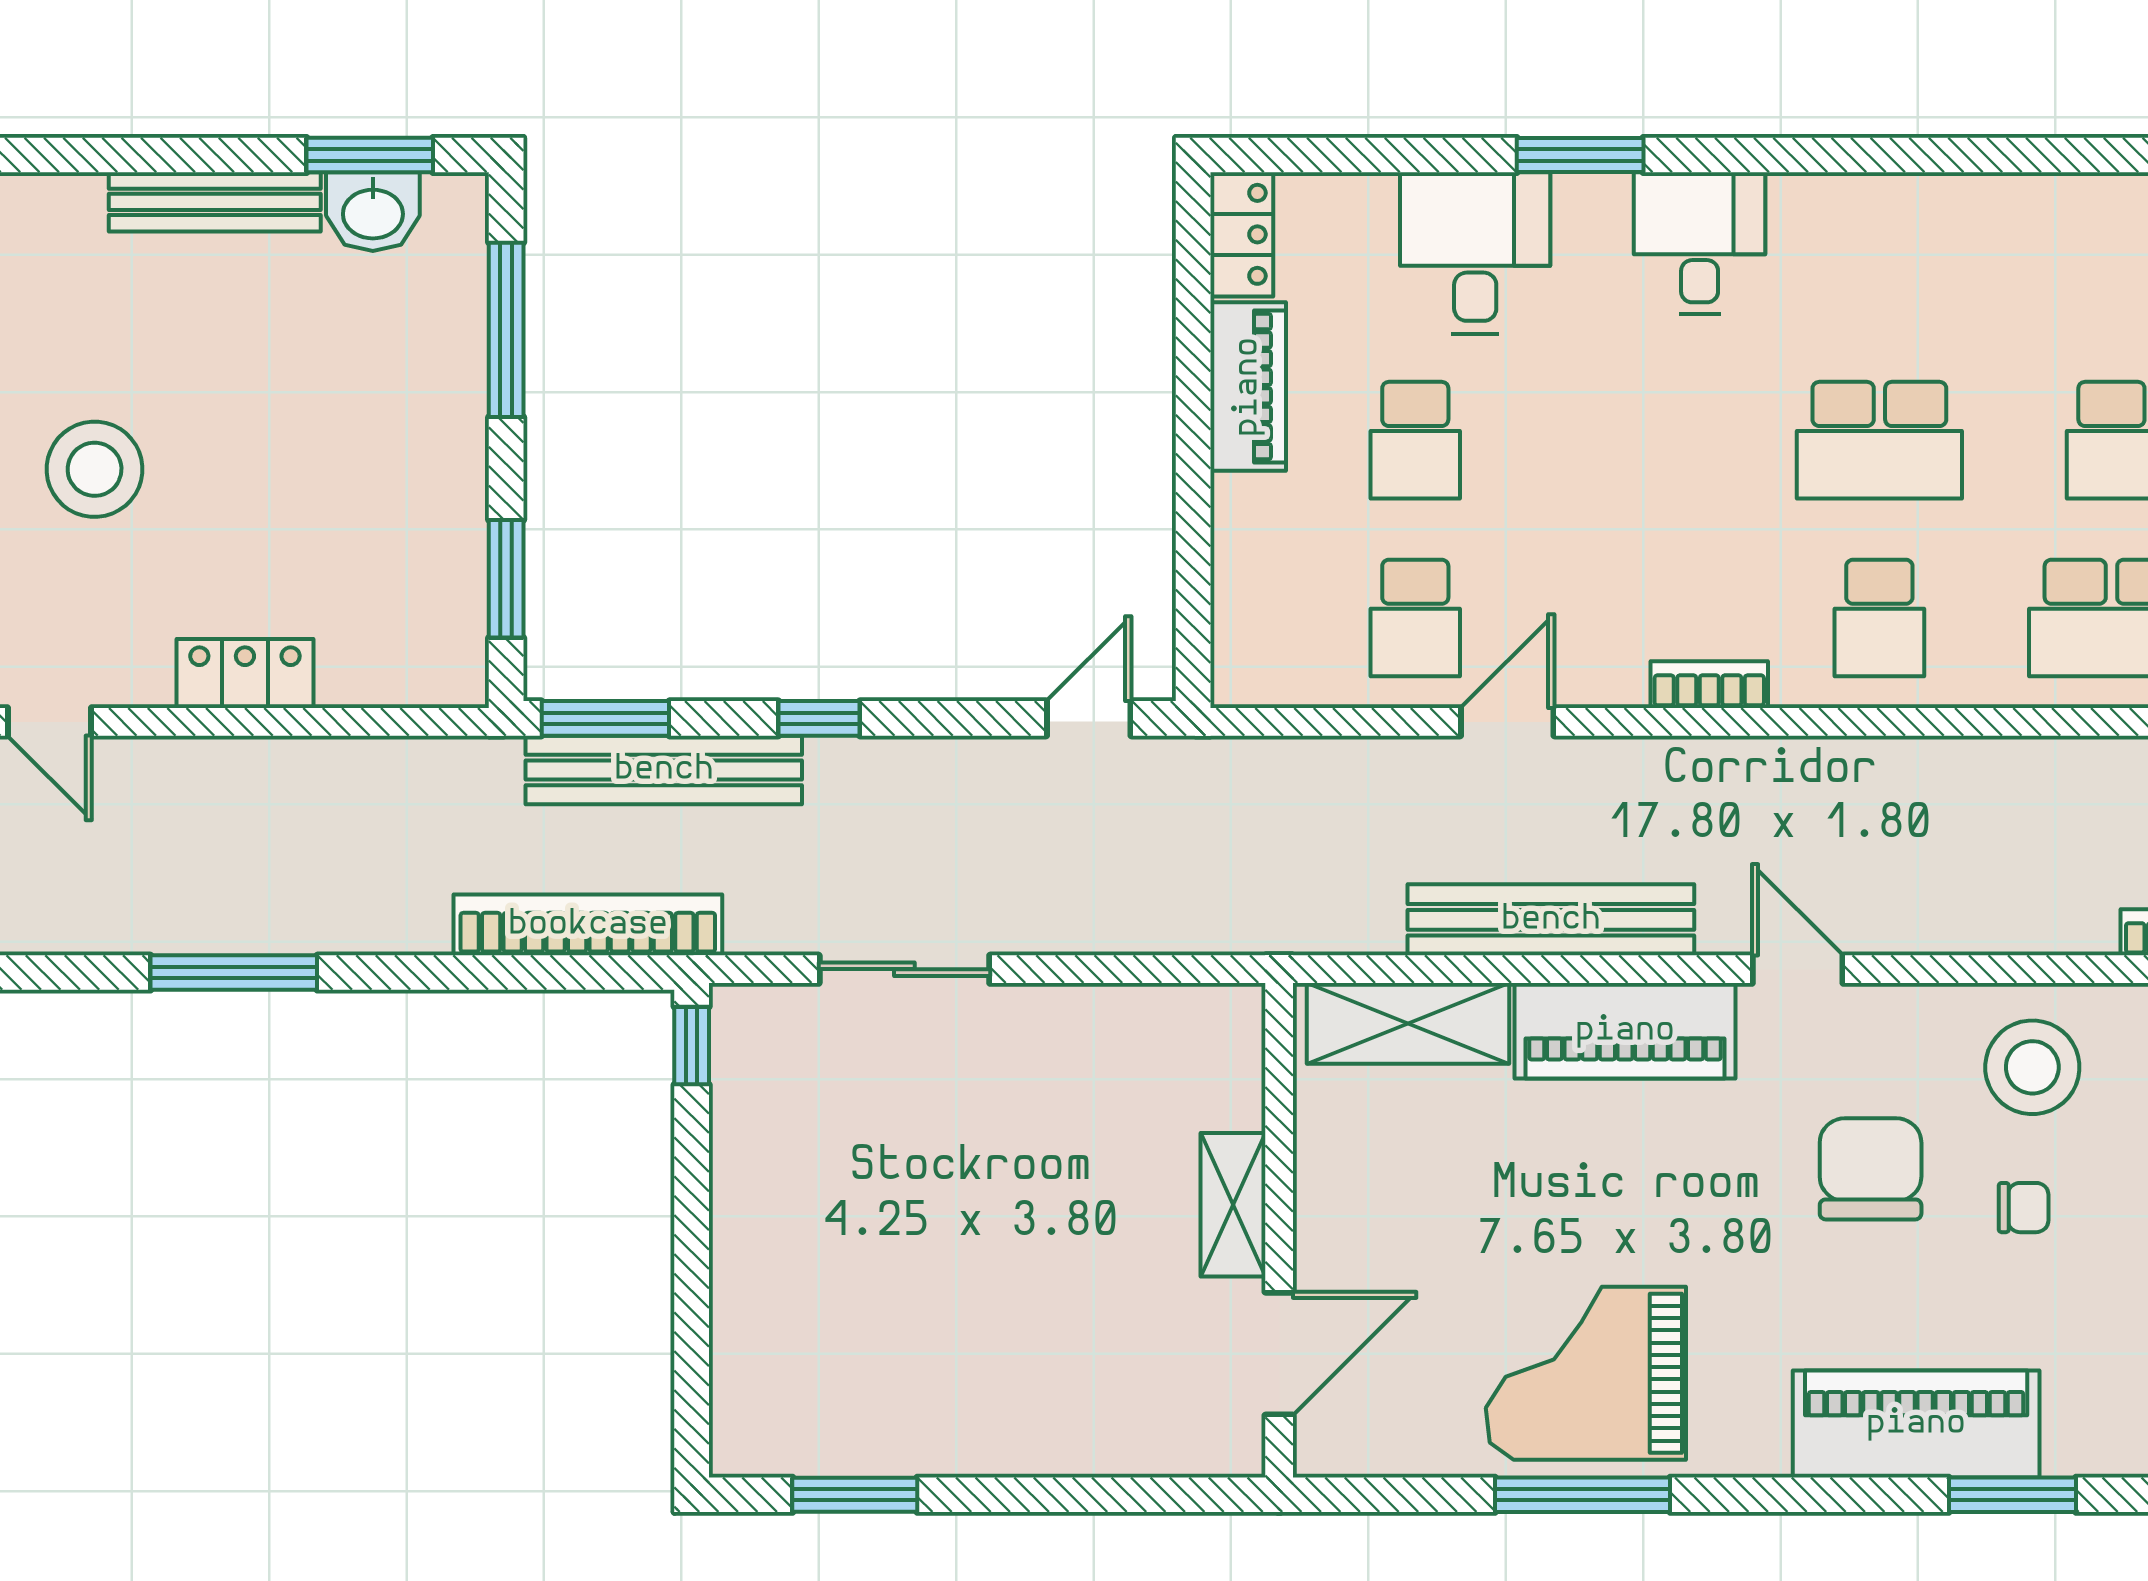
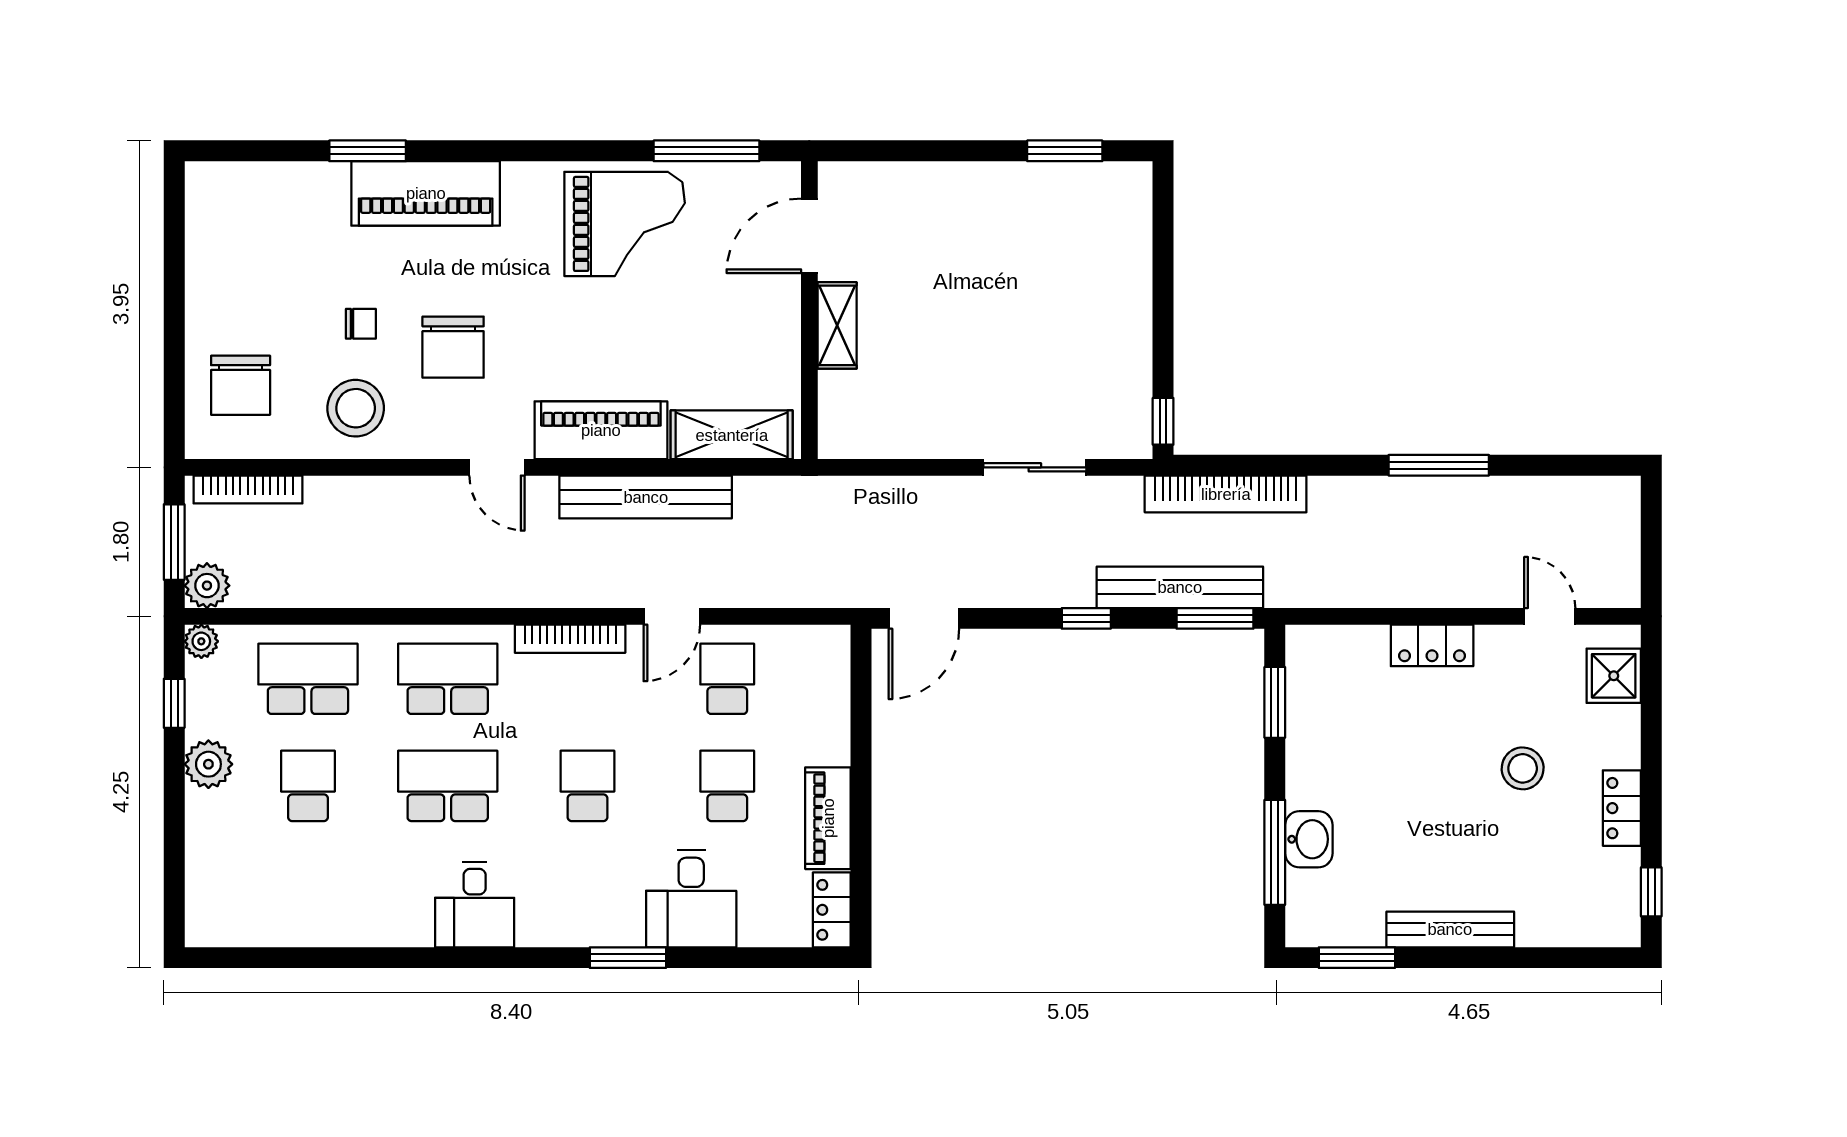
washbasin: (373, 212) -> (1309, 839), moved, turned 90
desk: (1700, 243) -> (475, 905), moved
school desk: (1647, 440) -> (587, 786), added
stool: (95, 469) -> (1523, 768), width x0.73, depth x0.73
school desk: (1879, 618) -> (448, 679), width x1.85
bookcase: (1709, 685) -> (570, 639), width x1.56
door: (1089, 718) -> (924, 618), width x1.37
chair: (2024, 1208) -> (361, 324), turned 180
window: (1583, 1495) -> (706, 151), moved

